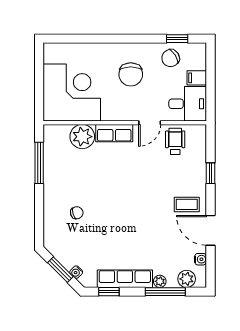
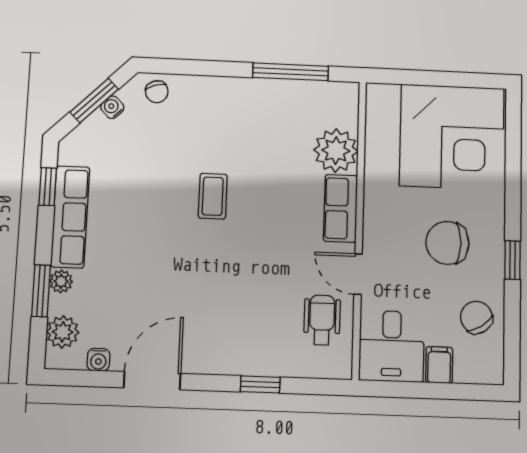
window: (177, 39) -> (513, 260), moved
corner desk: (72, 92) -> (452, 137), moved
wheelchair: (175, 141) -> (322, 320), turned -90
coffee table: (187, 204) -> (213, 196), moved
chair: (77, 213) -> (157, 92), moved
water cooler: (76, 272) -> (112, 107), moved
window: (165, 292) -> (41, 291), width x0.69

